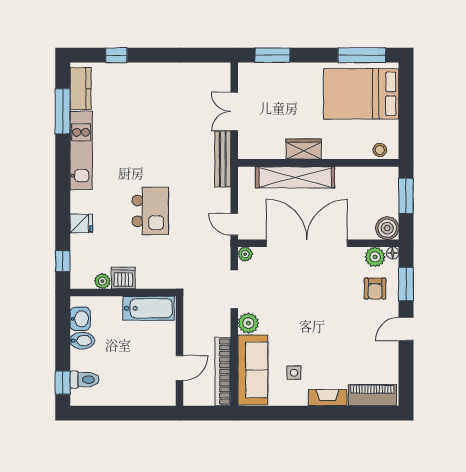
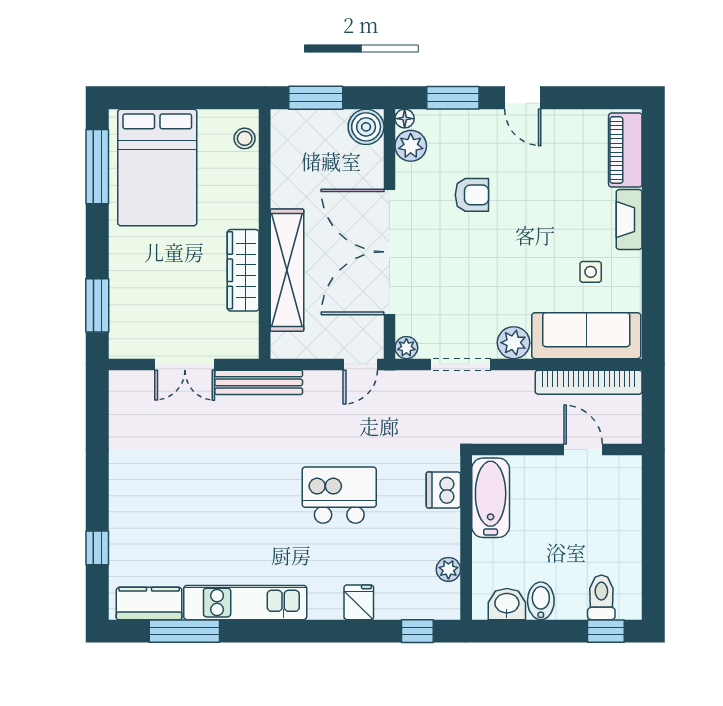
wardrobe: (304, 149) -> (243, 270), width x1.50
dishwasher: (123, 278) -> (443, 490), moved
armchair: (375, 289) -> (472, 195), moved

